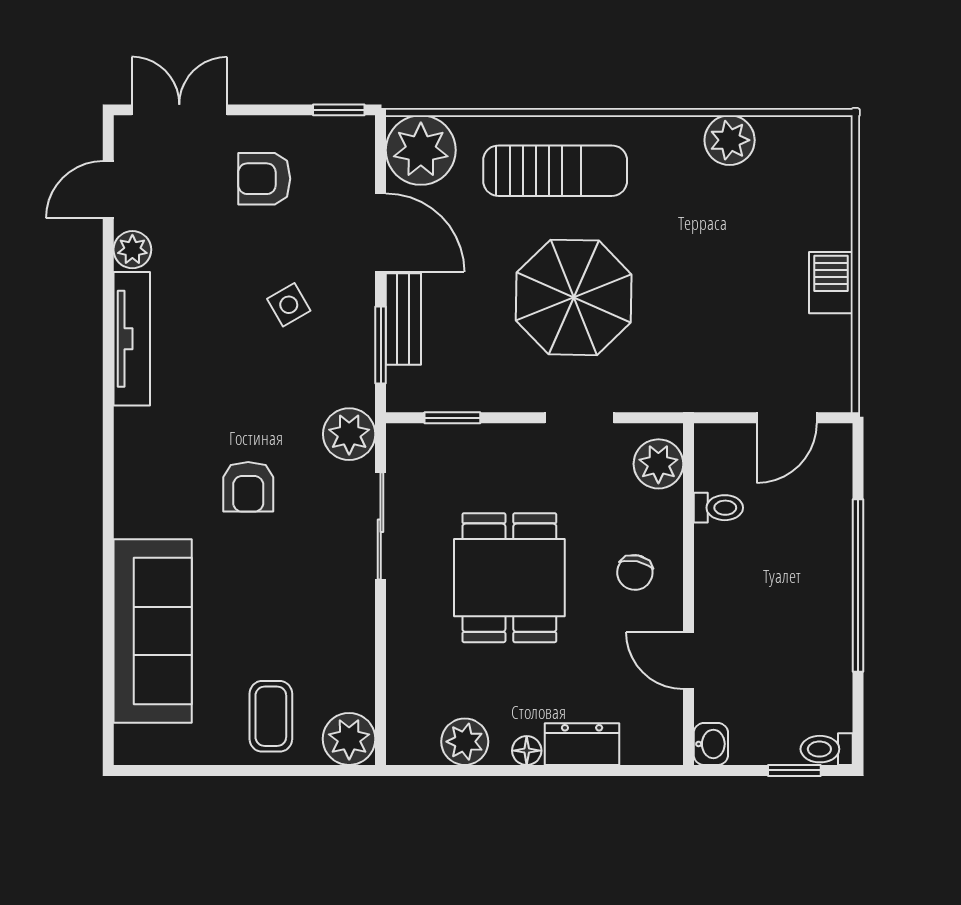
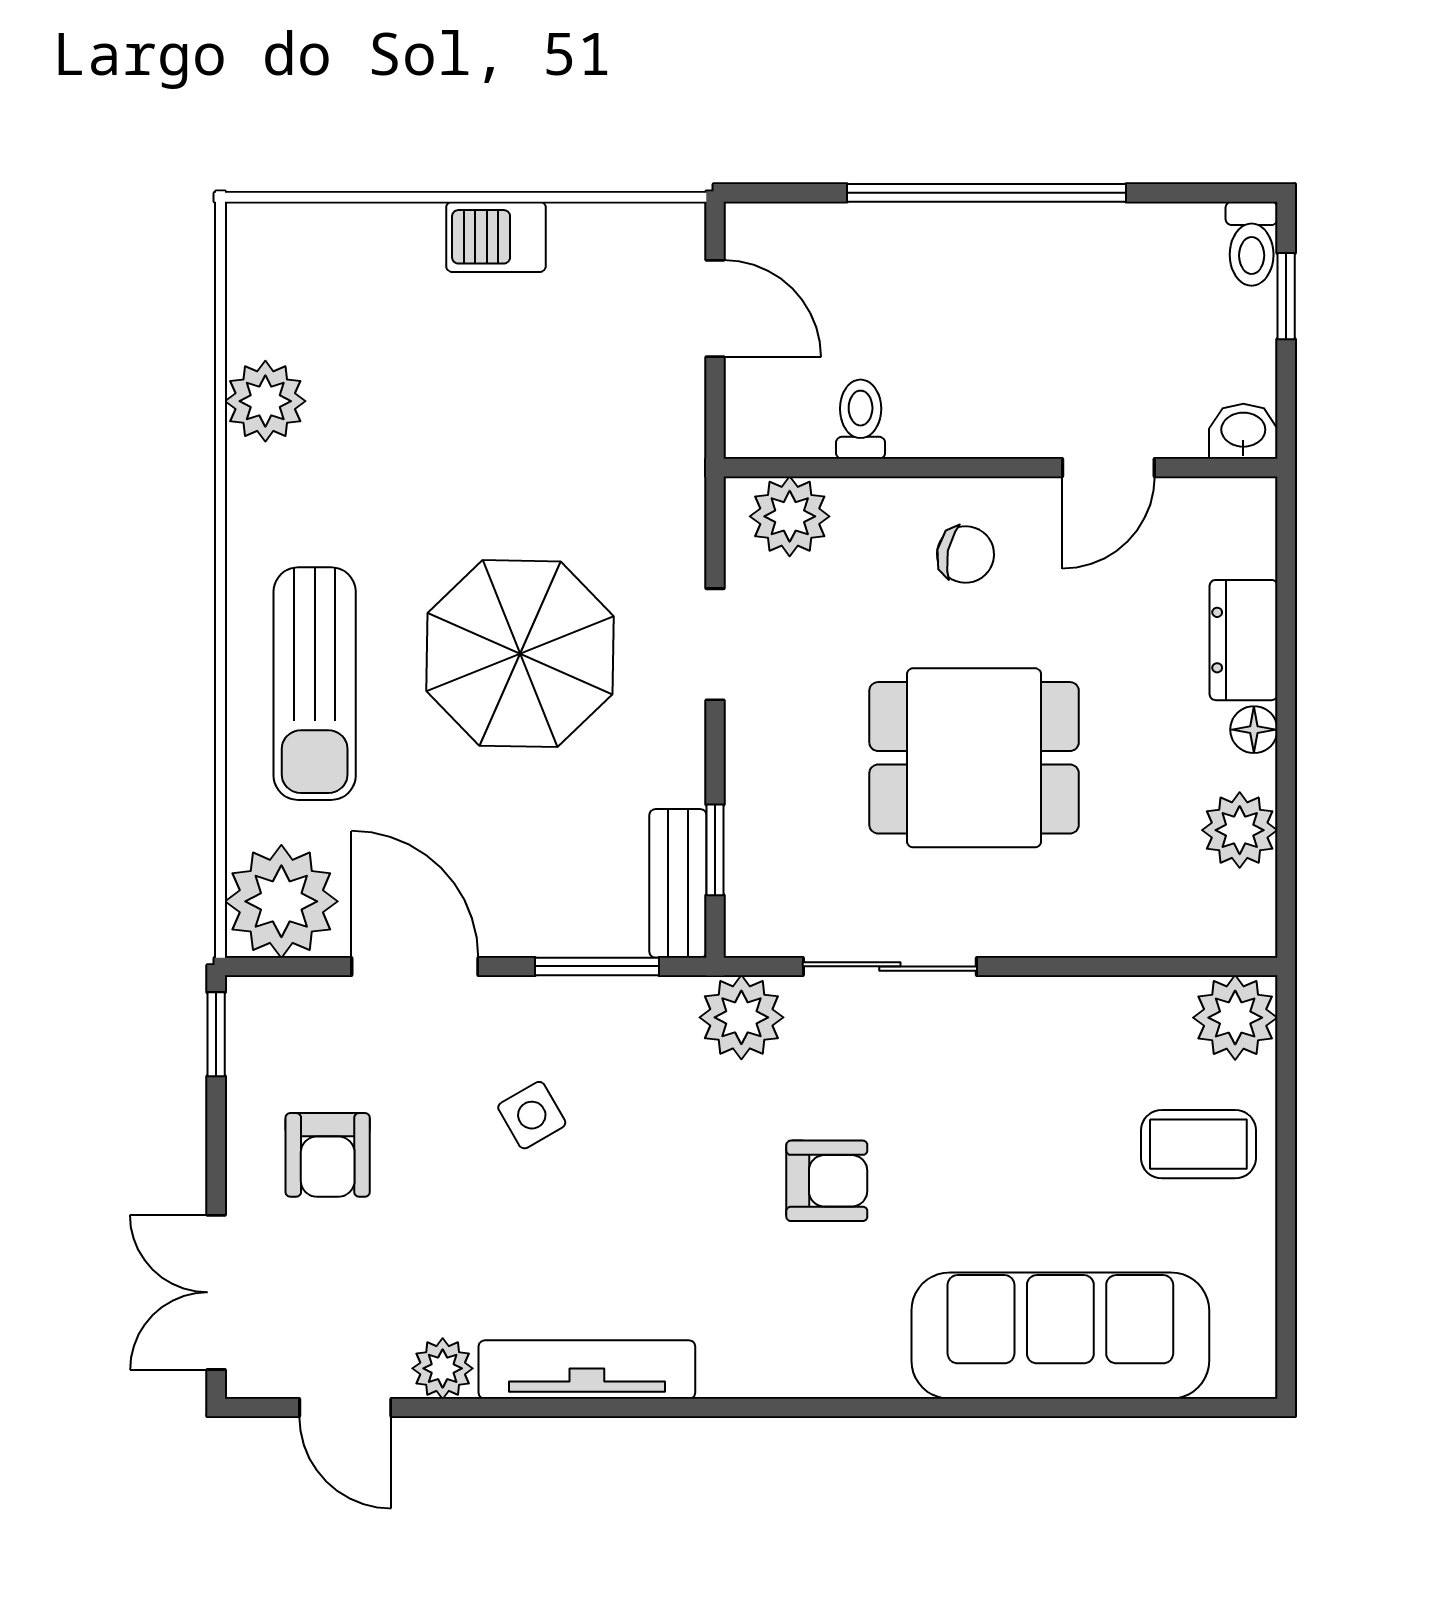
sun lounger: (555, 171) -> (315, 684), turned 180
door: (381, 233) -> (415, 966), hinge flipped
bench: (403, 319) -> (678, 883), moved, turned 90

